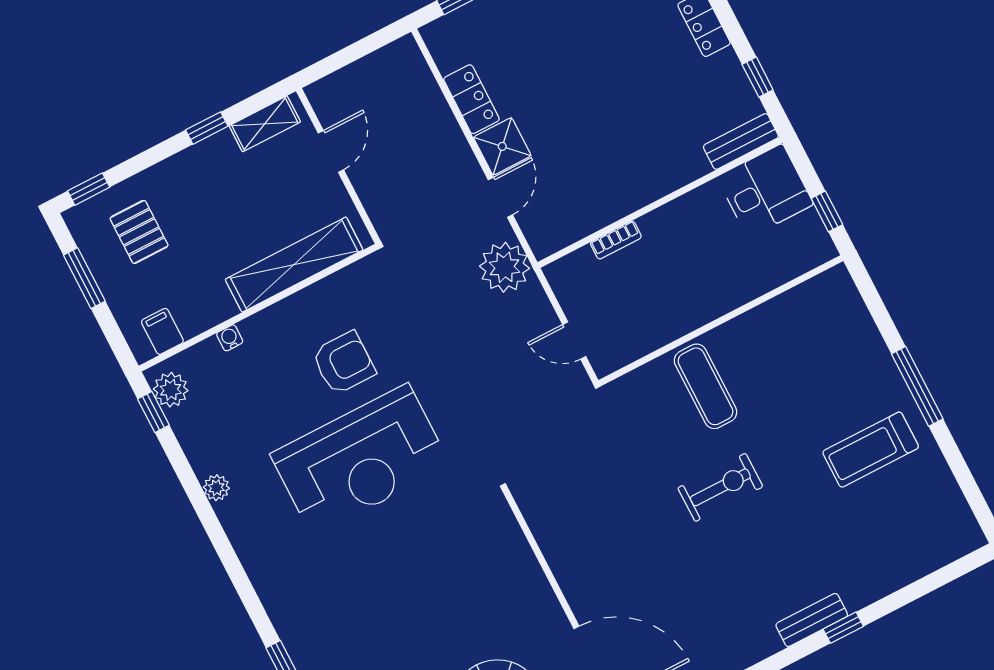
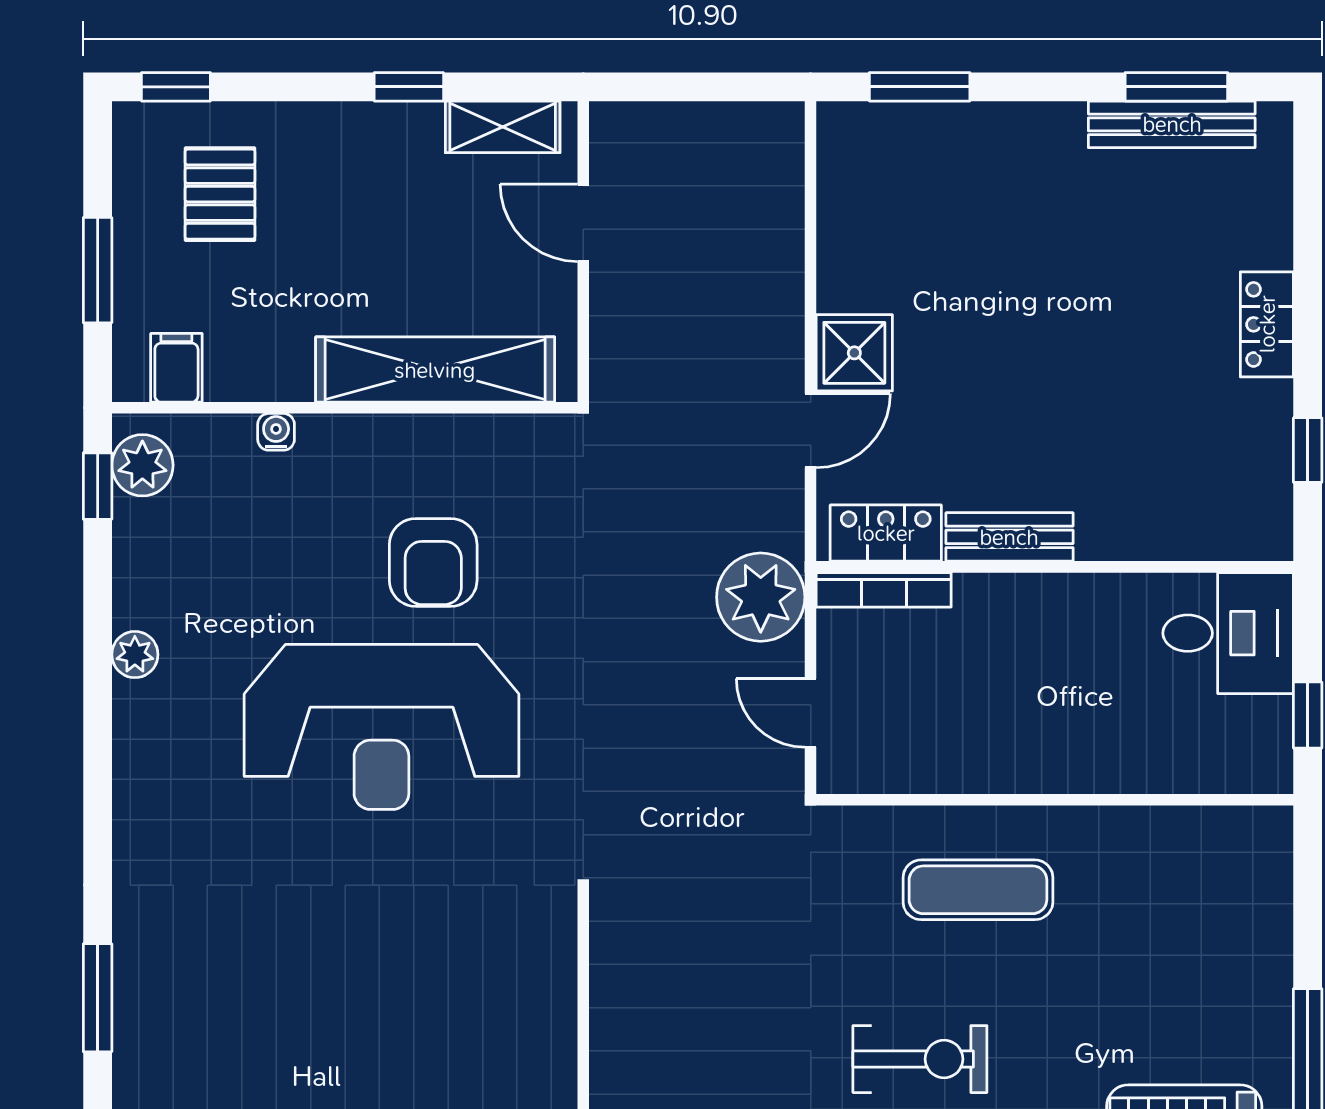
locker: (471, 99) -> (886, 533), moved, turned -90
bench: (741, 141) -> (1009, 537), moved
door: (331, 151) -> (583, 223), swing flipped
bookcase: (616, 240) -> (884, 590), moved, width x1.56
plant: (505, 267) -> (761, 597), moved
window: (84, 278) -> (98, 270), moved
armchair: (344, 363) -> (433, 562), turned 90
exercise mat: (706, 386) -> (978, 890), turned 90

